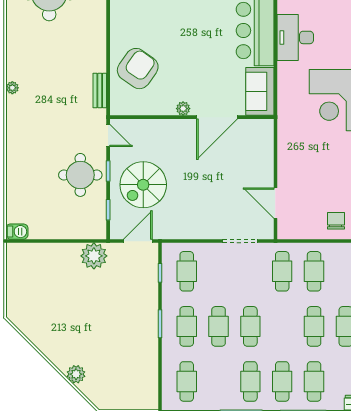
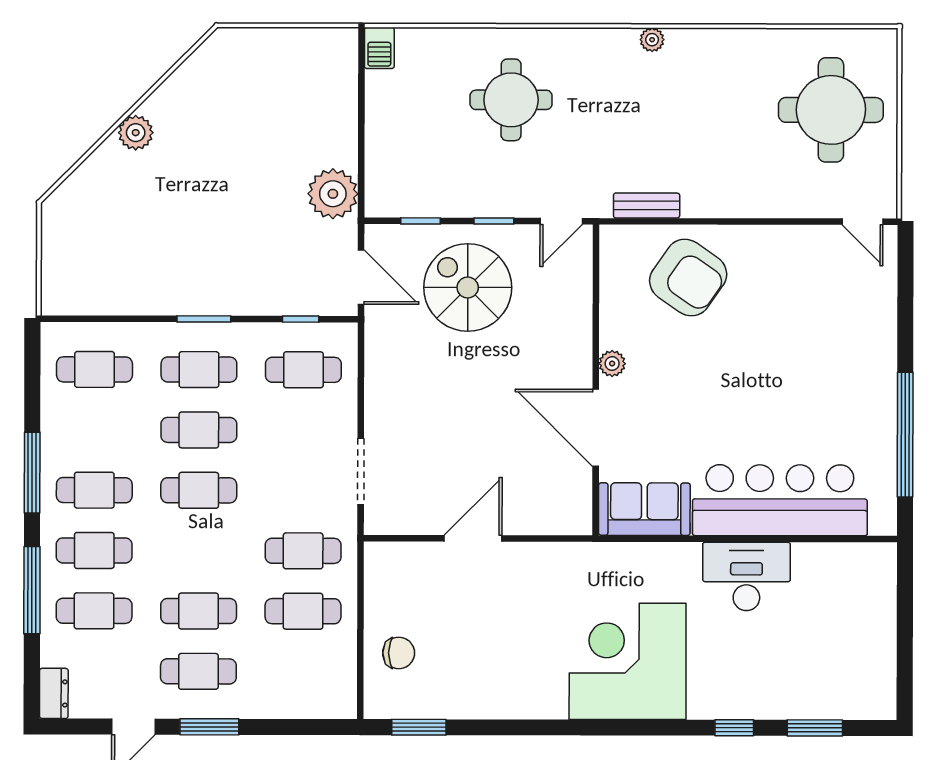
round table: (80, 175) -> (511, 100), moved
door: (275, 203) -> (473, 538), moved
plant: (76, 374) -> (136, 133), moved

